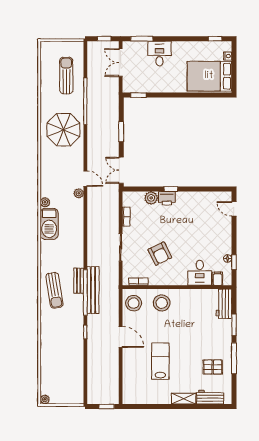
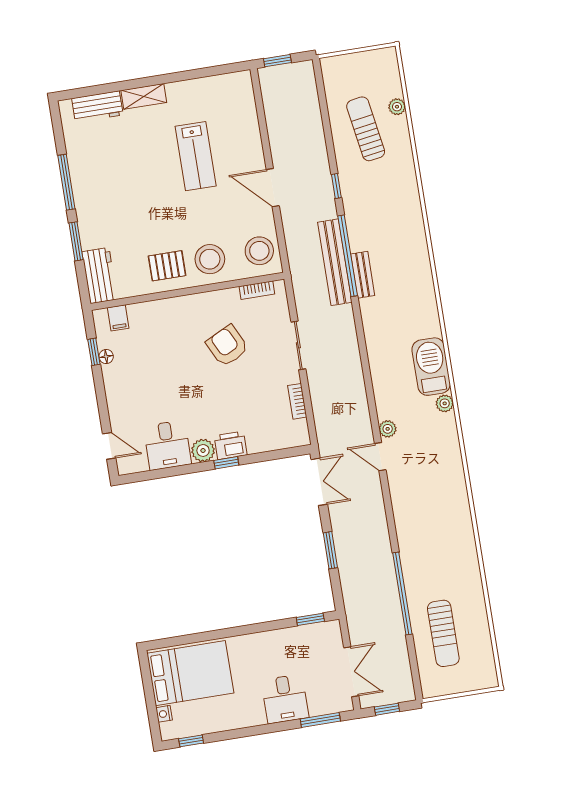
parasol: (63, 130) -> (433, 537), removed
plant: (151, 198) -> (203, 450), moved
desk: (200, 273) -> (167, 445), moved, turned 180
sun lounger: (54, 290) -> (366, 129), moved
pallet: (213, 367) -> (167, 266), moved
plant: (45, 399) -> (397, 107), moved

